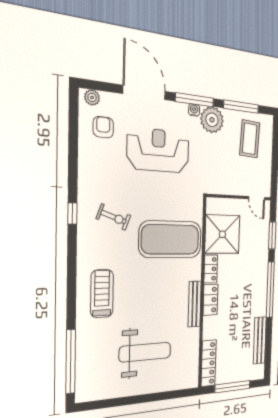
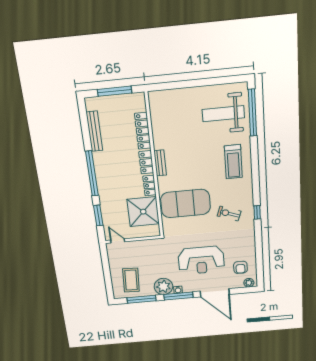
bench: (195, 304) -> (160, 163), width x0.73
weight bench: (145, 352) -> (223, 114), moved
locker: (209, 363) -> (143, 131), moved

